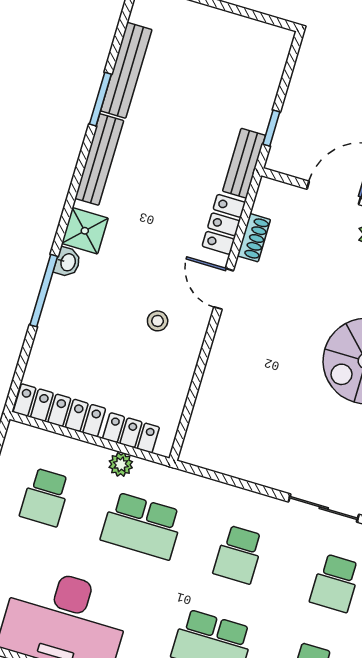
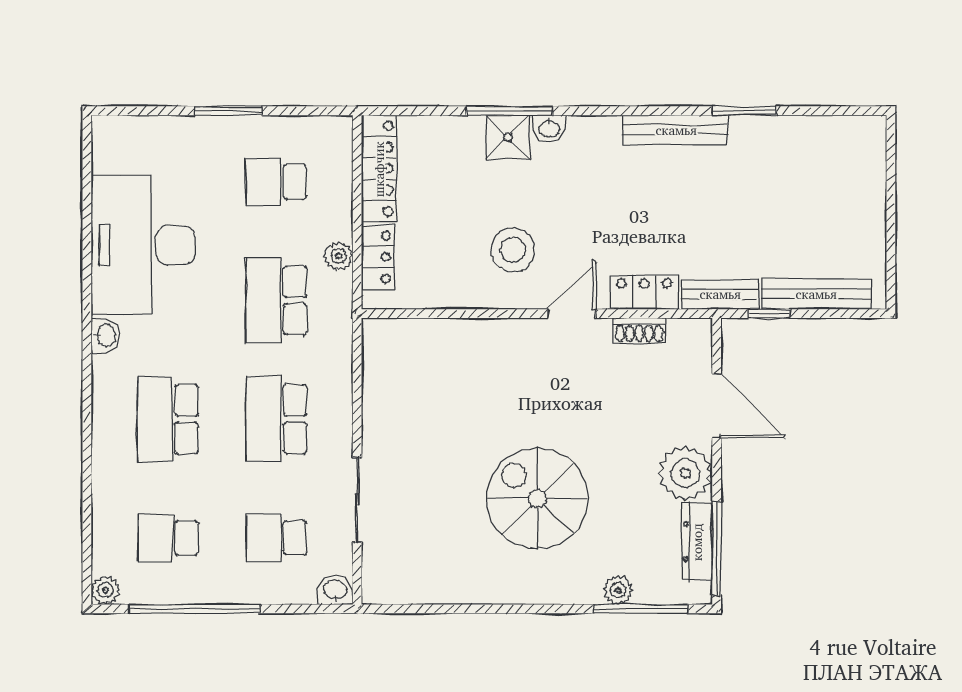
bench: (126, 70) -> (816, 294), moved
shower: (85, 231) -> (508, 137), moved
stool: (158, 321) -> (513, 250), width x1.89, depth x1.89
school desk: (239, 554) -> (276, 419), width x1.85

